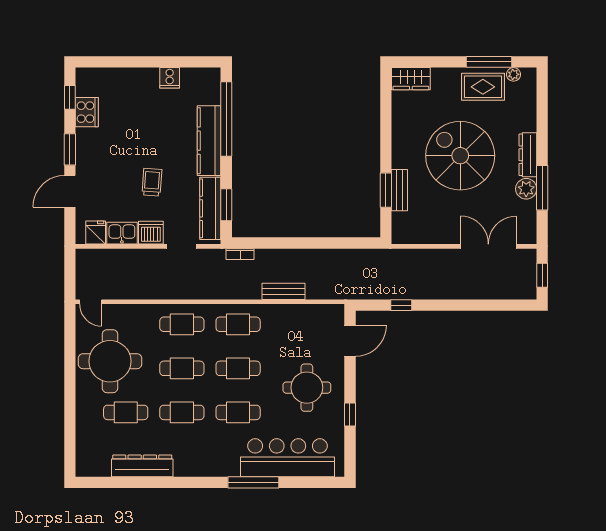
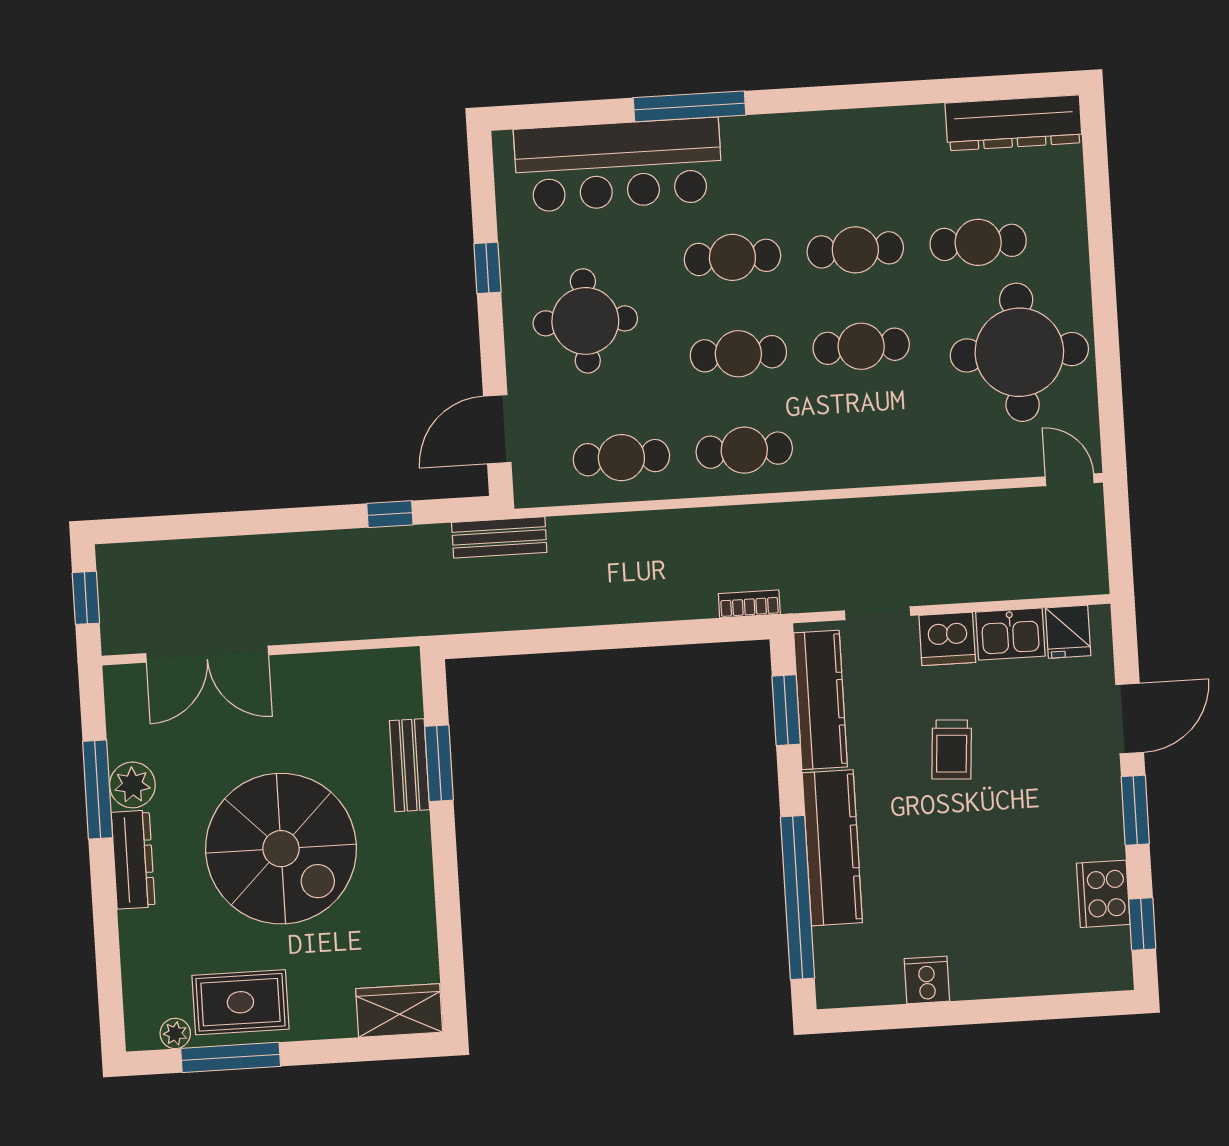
bench: (284, 291) -> (499, 537), moved
cafe table: (182, 324) -> (621, 458), moved
dresser: (142, 466) -> (1014, 123), moved

